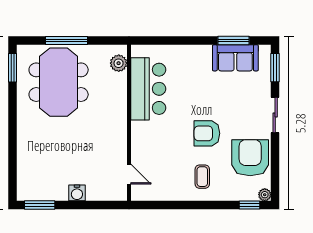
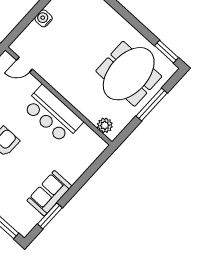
sofa: (235, 58) -> (49, 193), moved
meeting table: (59, 82) -> (129, 74), turned 90
bar counter: (148, 89) -> (53, 114), moved

